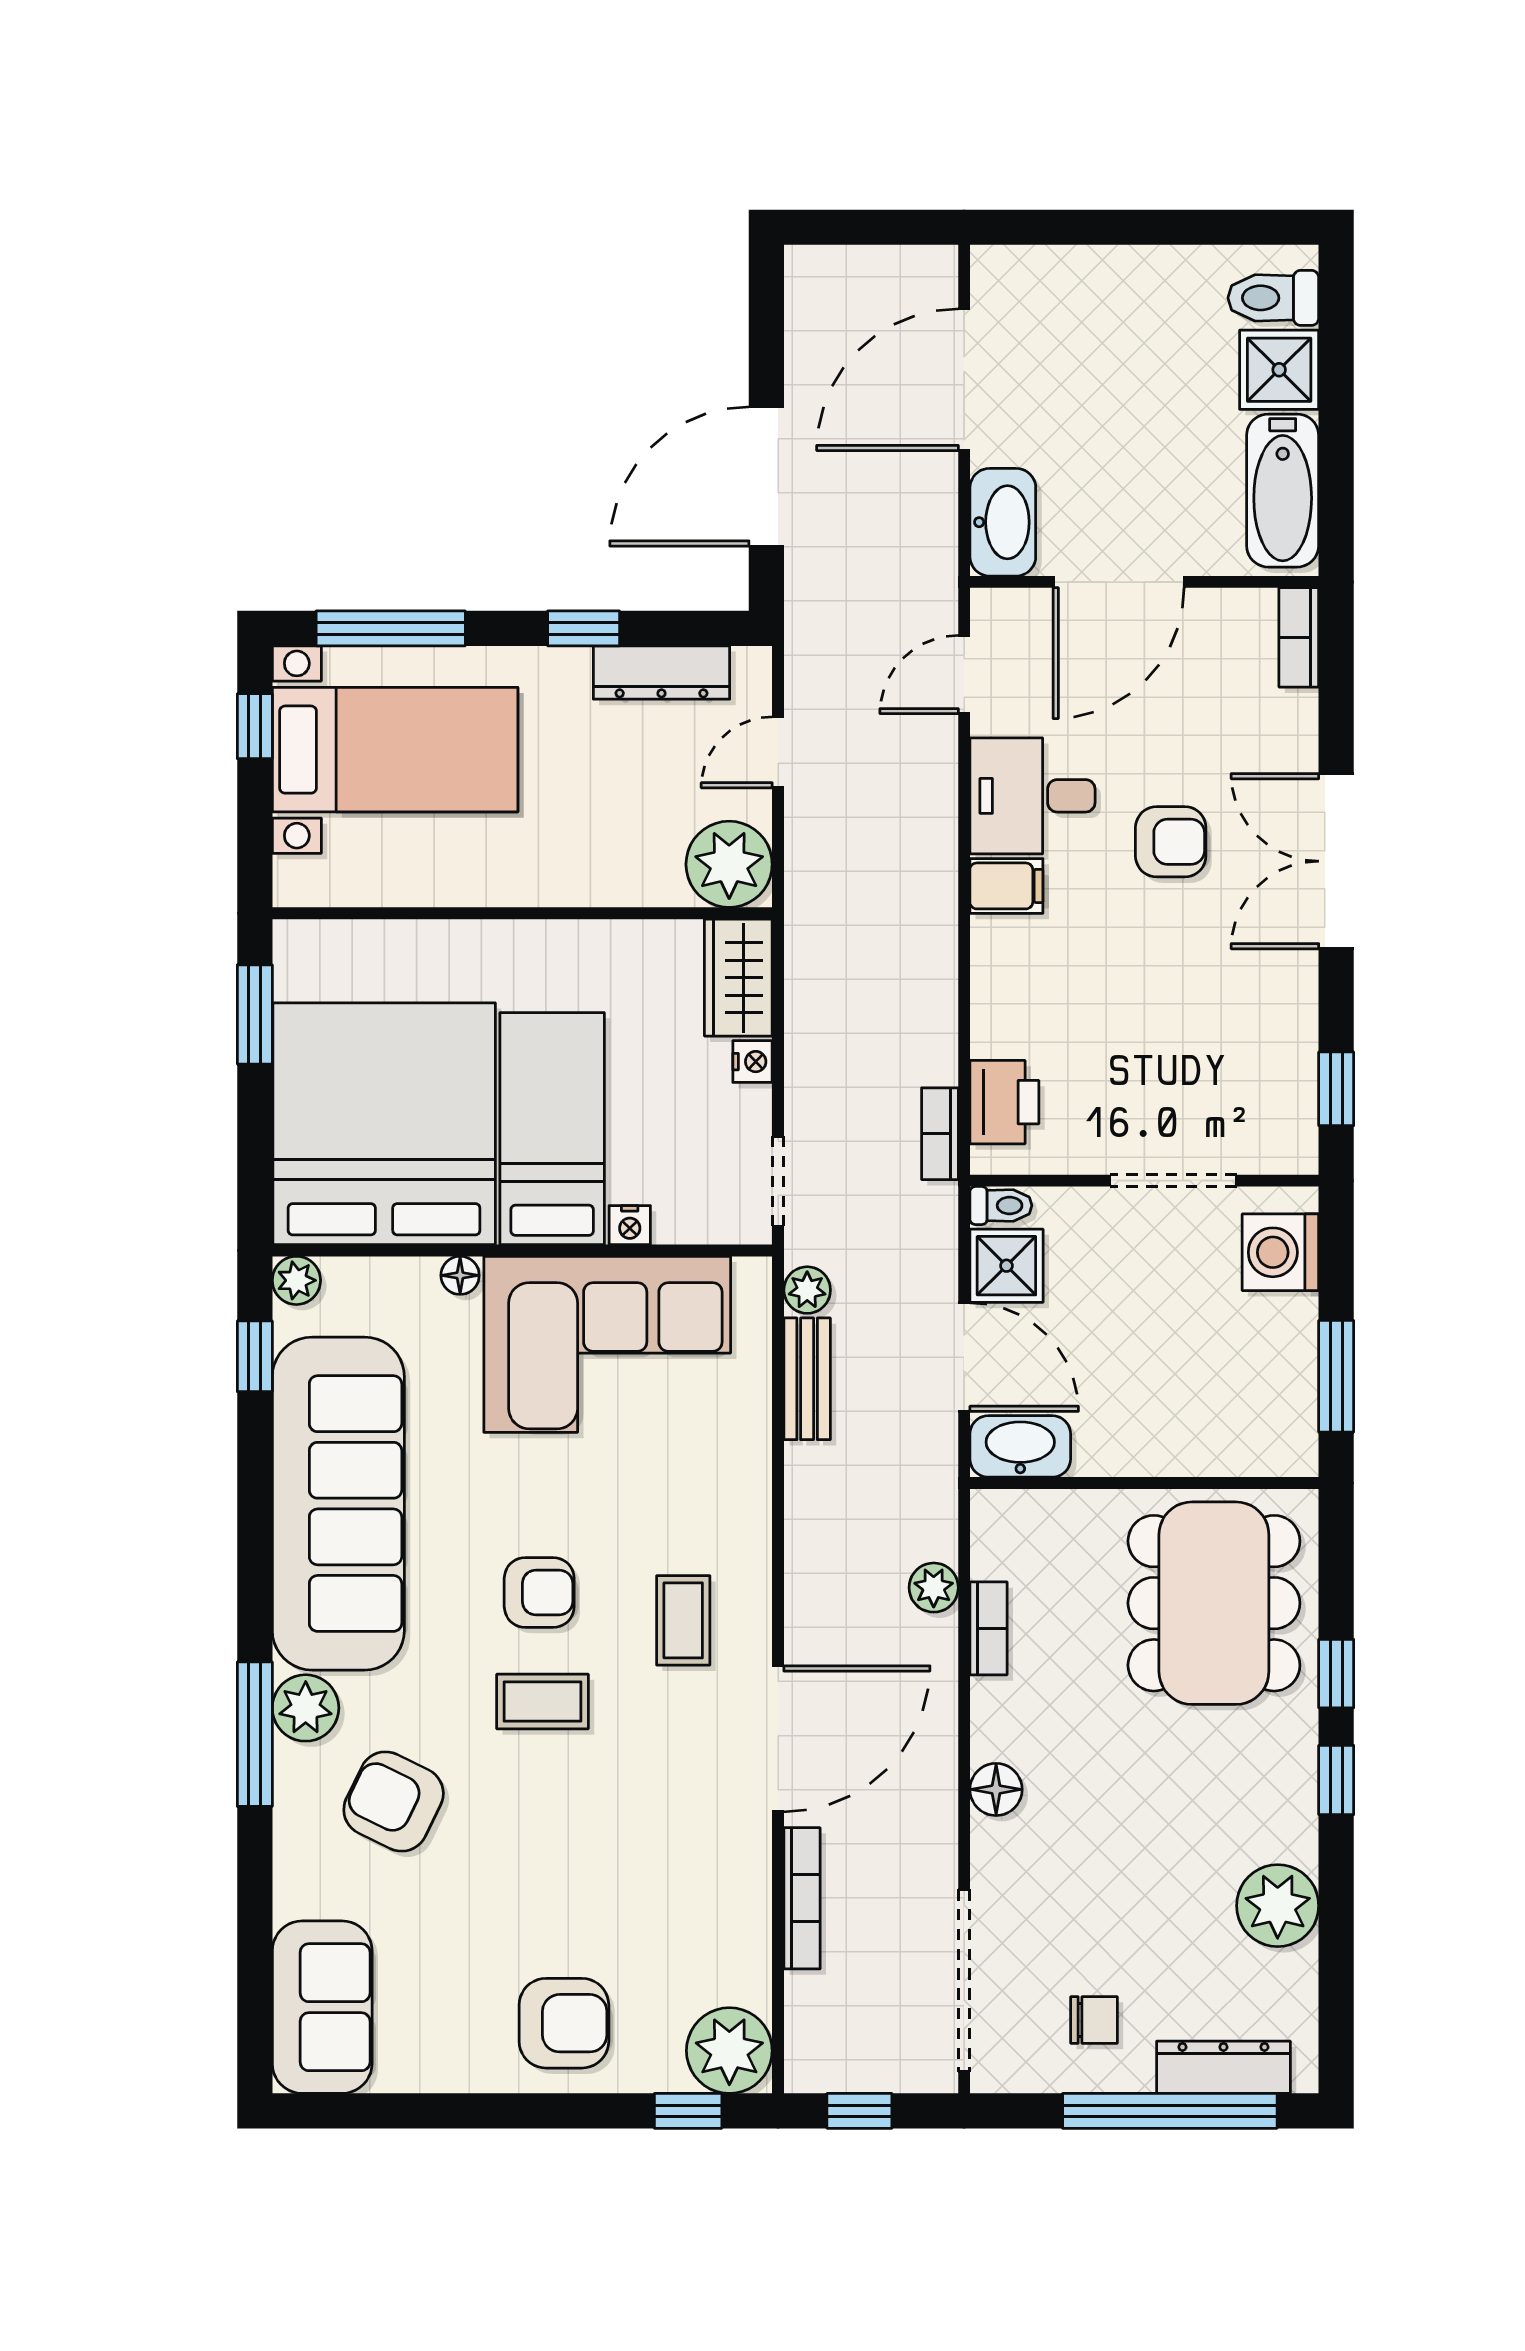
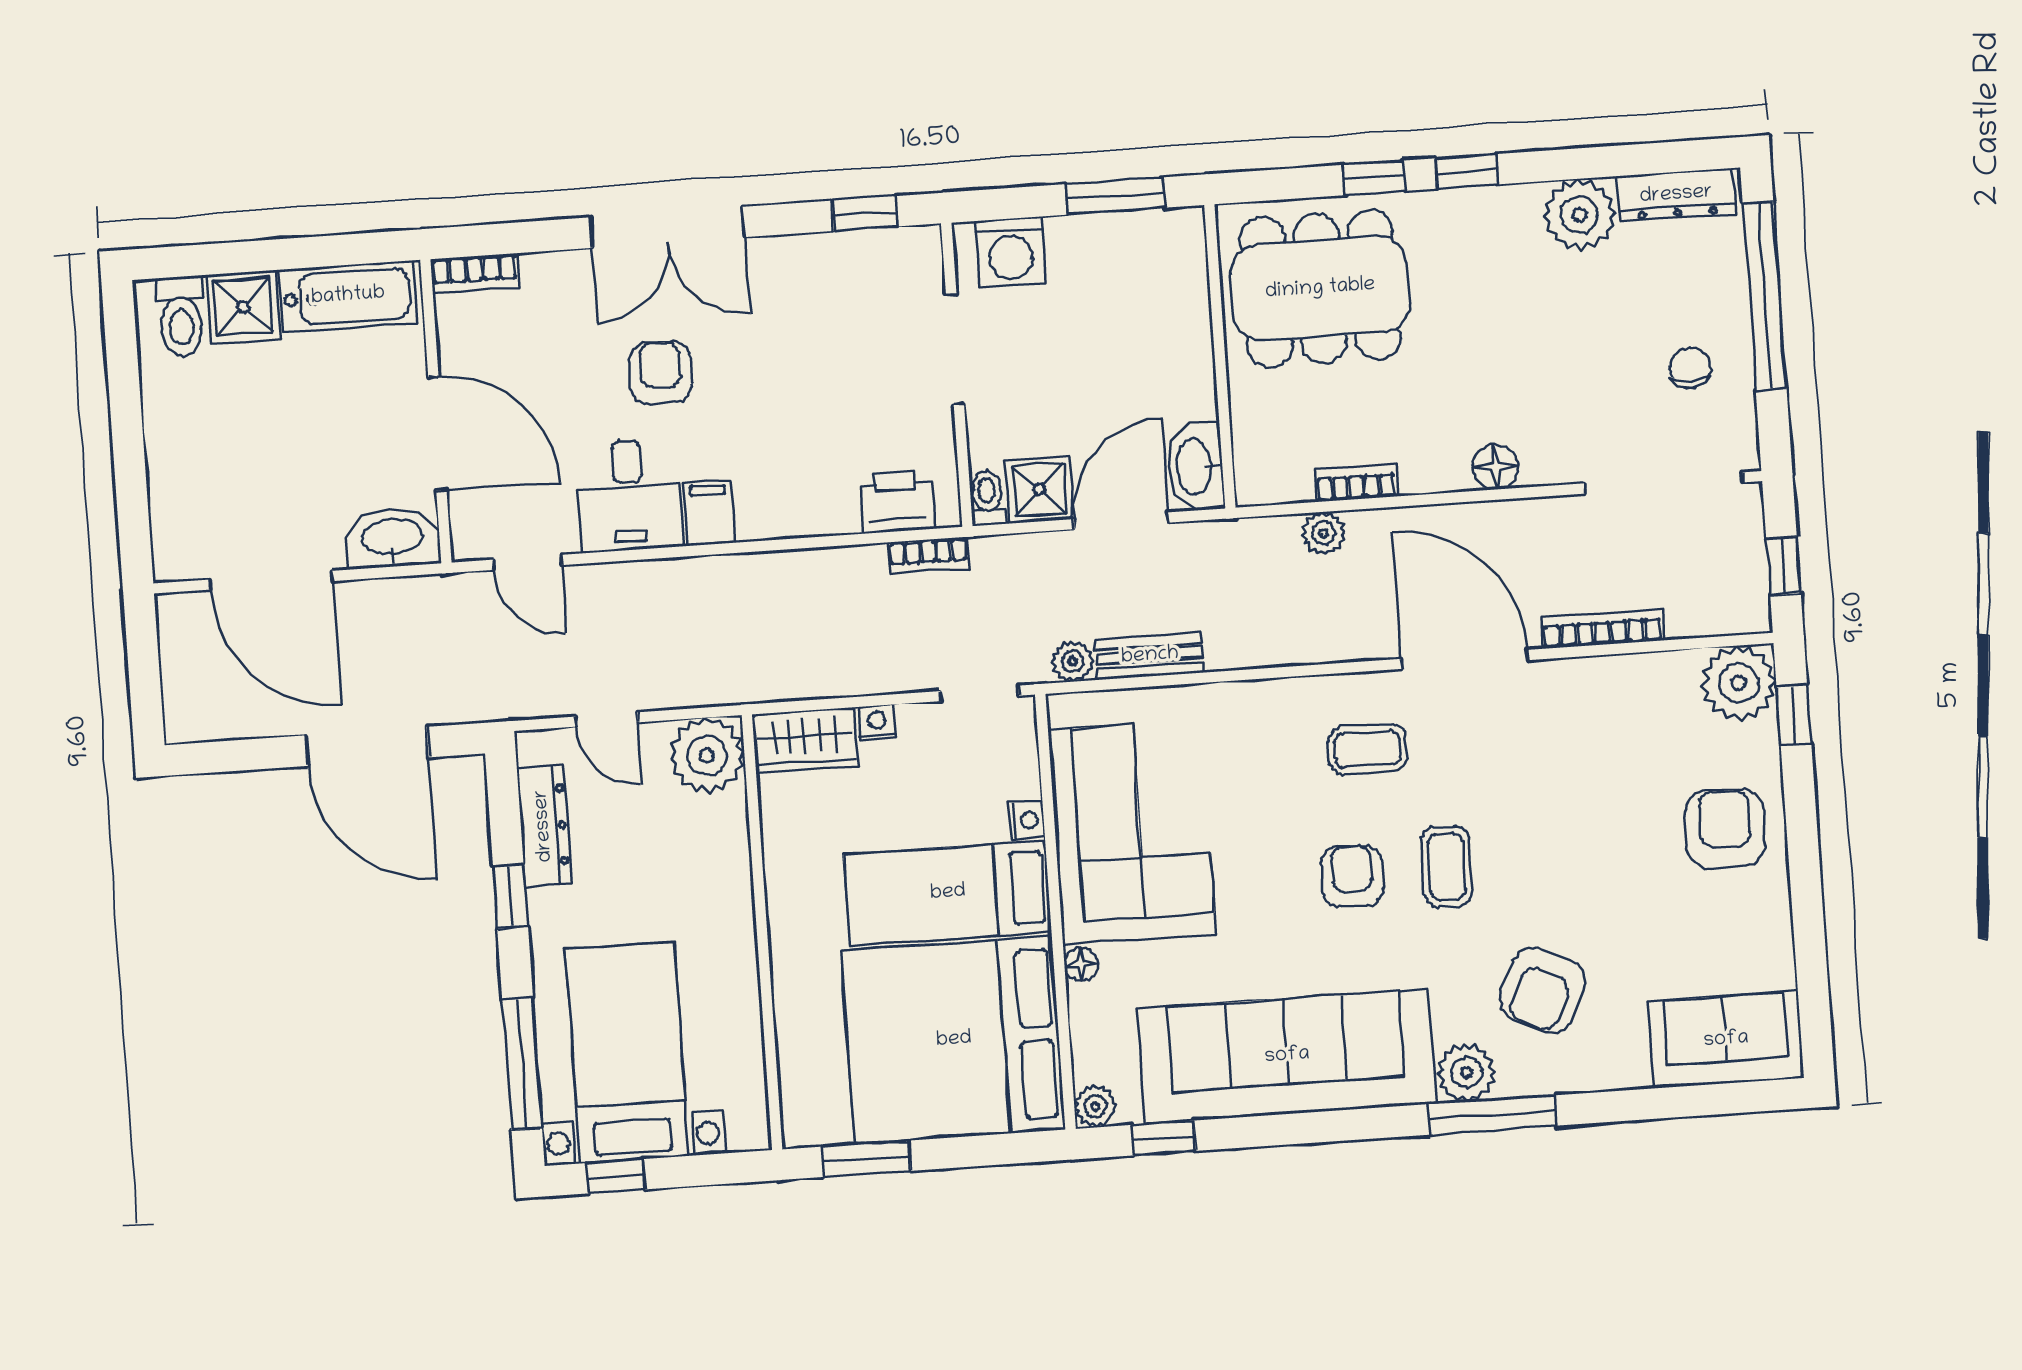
dresser: (1223, 2067) -> (1676, 195), moved, turned -90

